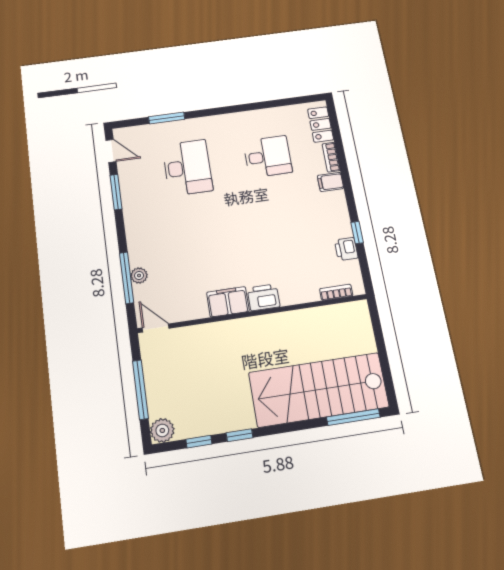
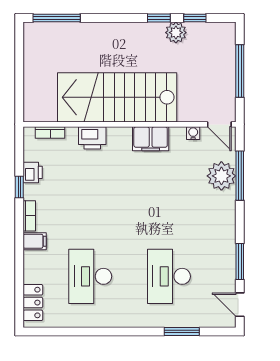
desk: (268, 157) -> (90, 276), width x1.37
bookcase: (331, 157) -> (29, 216), moved
plant: (139, 275) -> (221, 176), width x1.88, depth x1.88
printer: (264, 297) -> (92, 138), moved
water cooler: (183, 314) -> (193, 133), added
stairs: (319, 390) -> (117, 97), moved, turned 180
plant: (162, 430) -> (176, 33), moved

